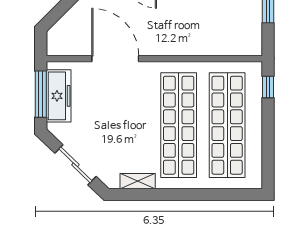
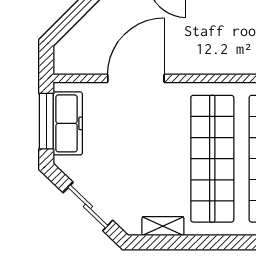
door: (115, 59) -> (136, 78), hinge flipped

